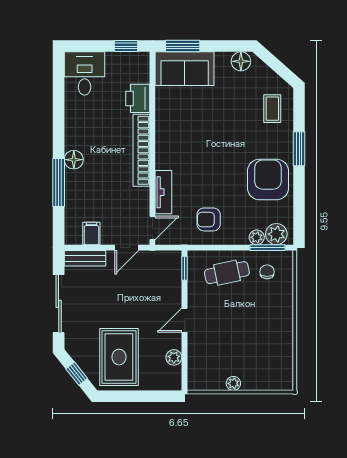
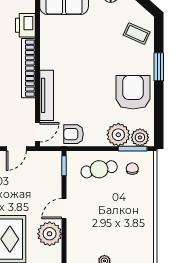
coffee table: (272, 109) -> (137, 34), turned -66
tv unit: (163, 192) -> (47, 95), width x1.41
armchair: (209, 219) -> (74, 134), moved
plant: (257, 237) -> (118, 135), width x1.88, depth x1.88
plant: (174, 357) -> (50, 234), width x1.87, depth x1.87

